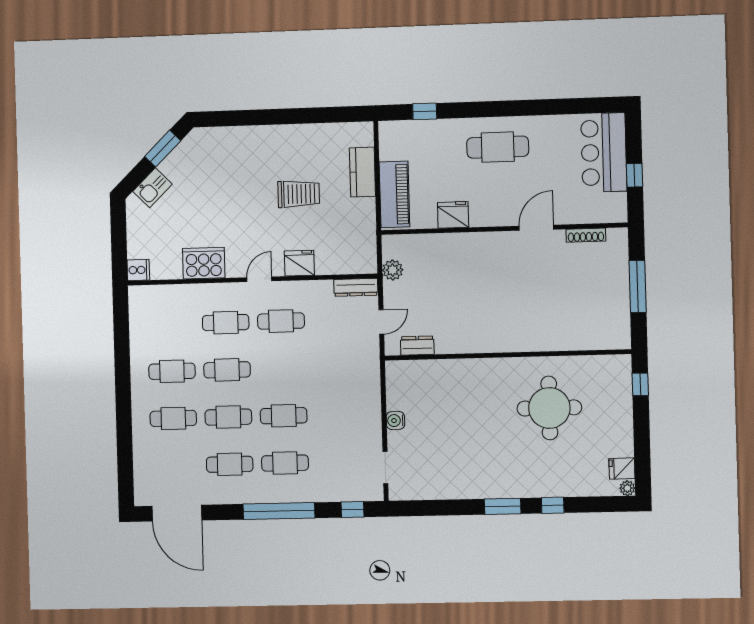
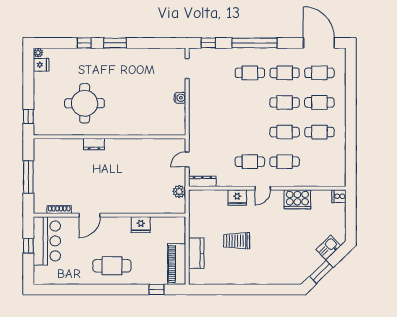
bar counter: (604, 152) -> (47, 241), moved
piano: (394, 194) -> (177, 264), moved
dresser: (417, 346) -> (94, 144), moved
cafe table: (284, 416) -> (319, 73), moved

